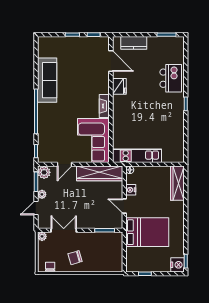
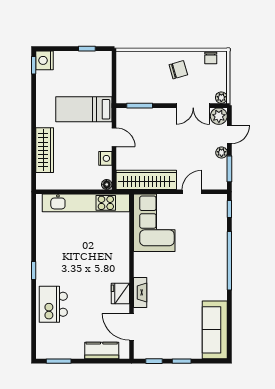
sofa: (47, 80) -> (215, 330), moved
fireplace: (104, 106) -> (140, 292), moved
kitchen unit: (137, 156) -> (86, 203), width x1.36
plant: (44, 172) -> (219, 116), moved
wardrobe: (177, 183) -> (45, 150), moved
bed: (147, 232) -> (84, 109), width x0.67

